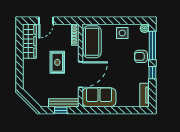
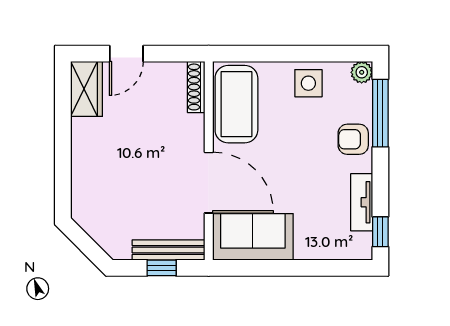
wardrobe: (29, 41) -> (86, 89), width x0.67
rug: (57, 62) -> (153, 153), removed
window: (152, 73) -> (380, 232), moved
door: (81, 75) -> (209, 183), hinge flipped
tv unit: (145, 95) -> (362, 202), moved

